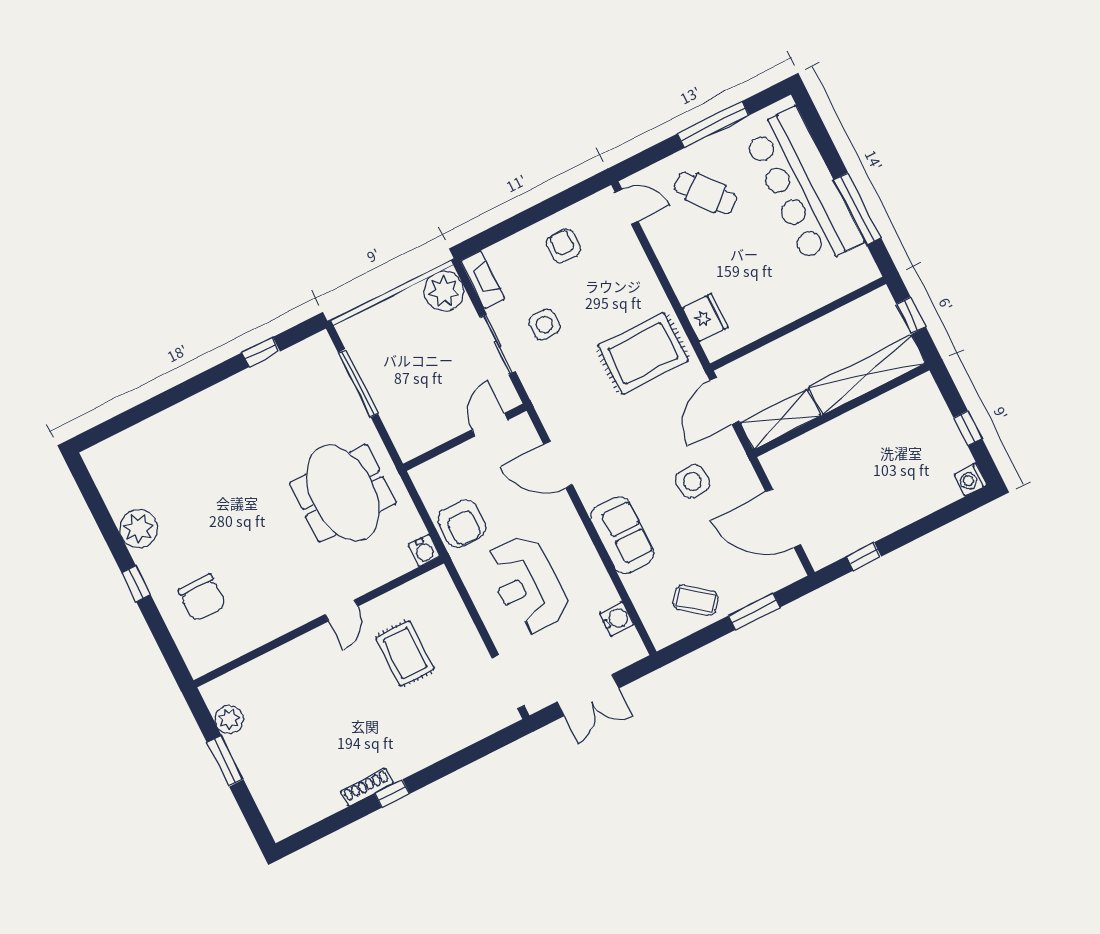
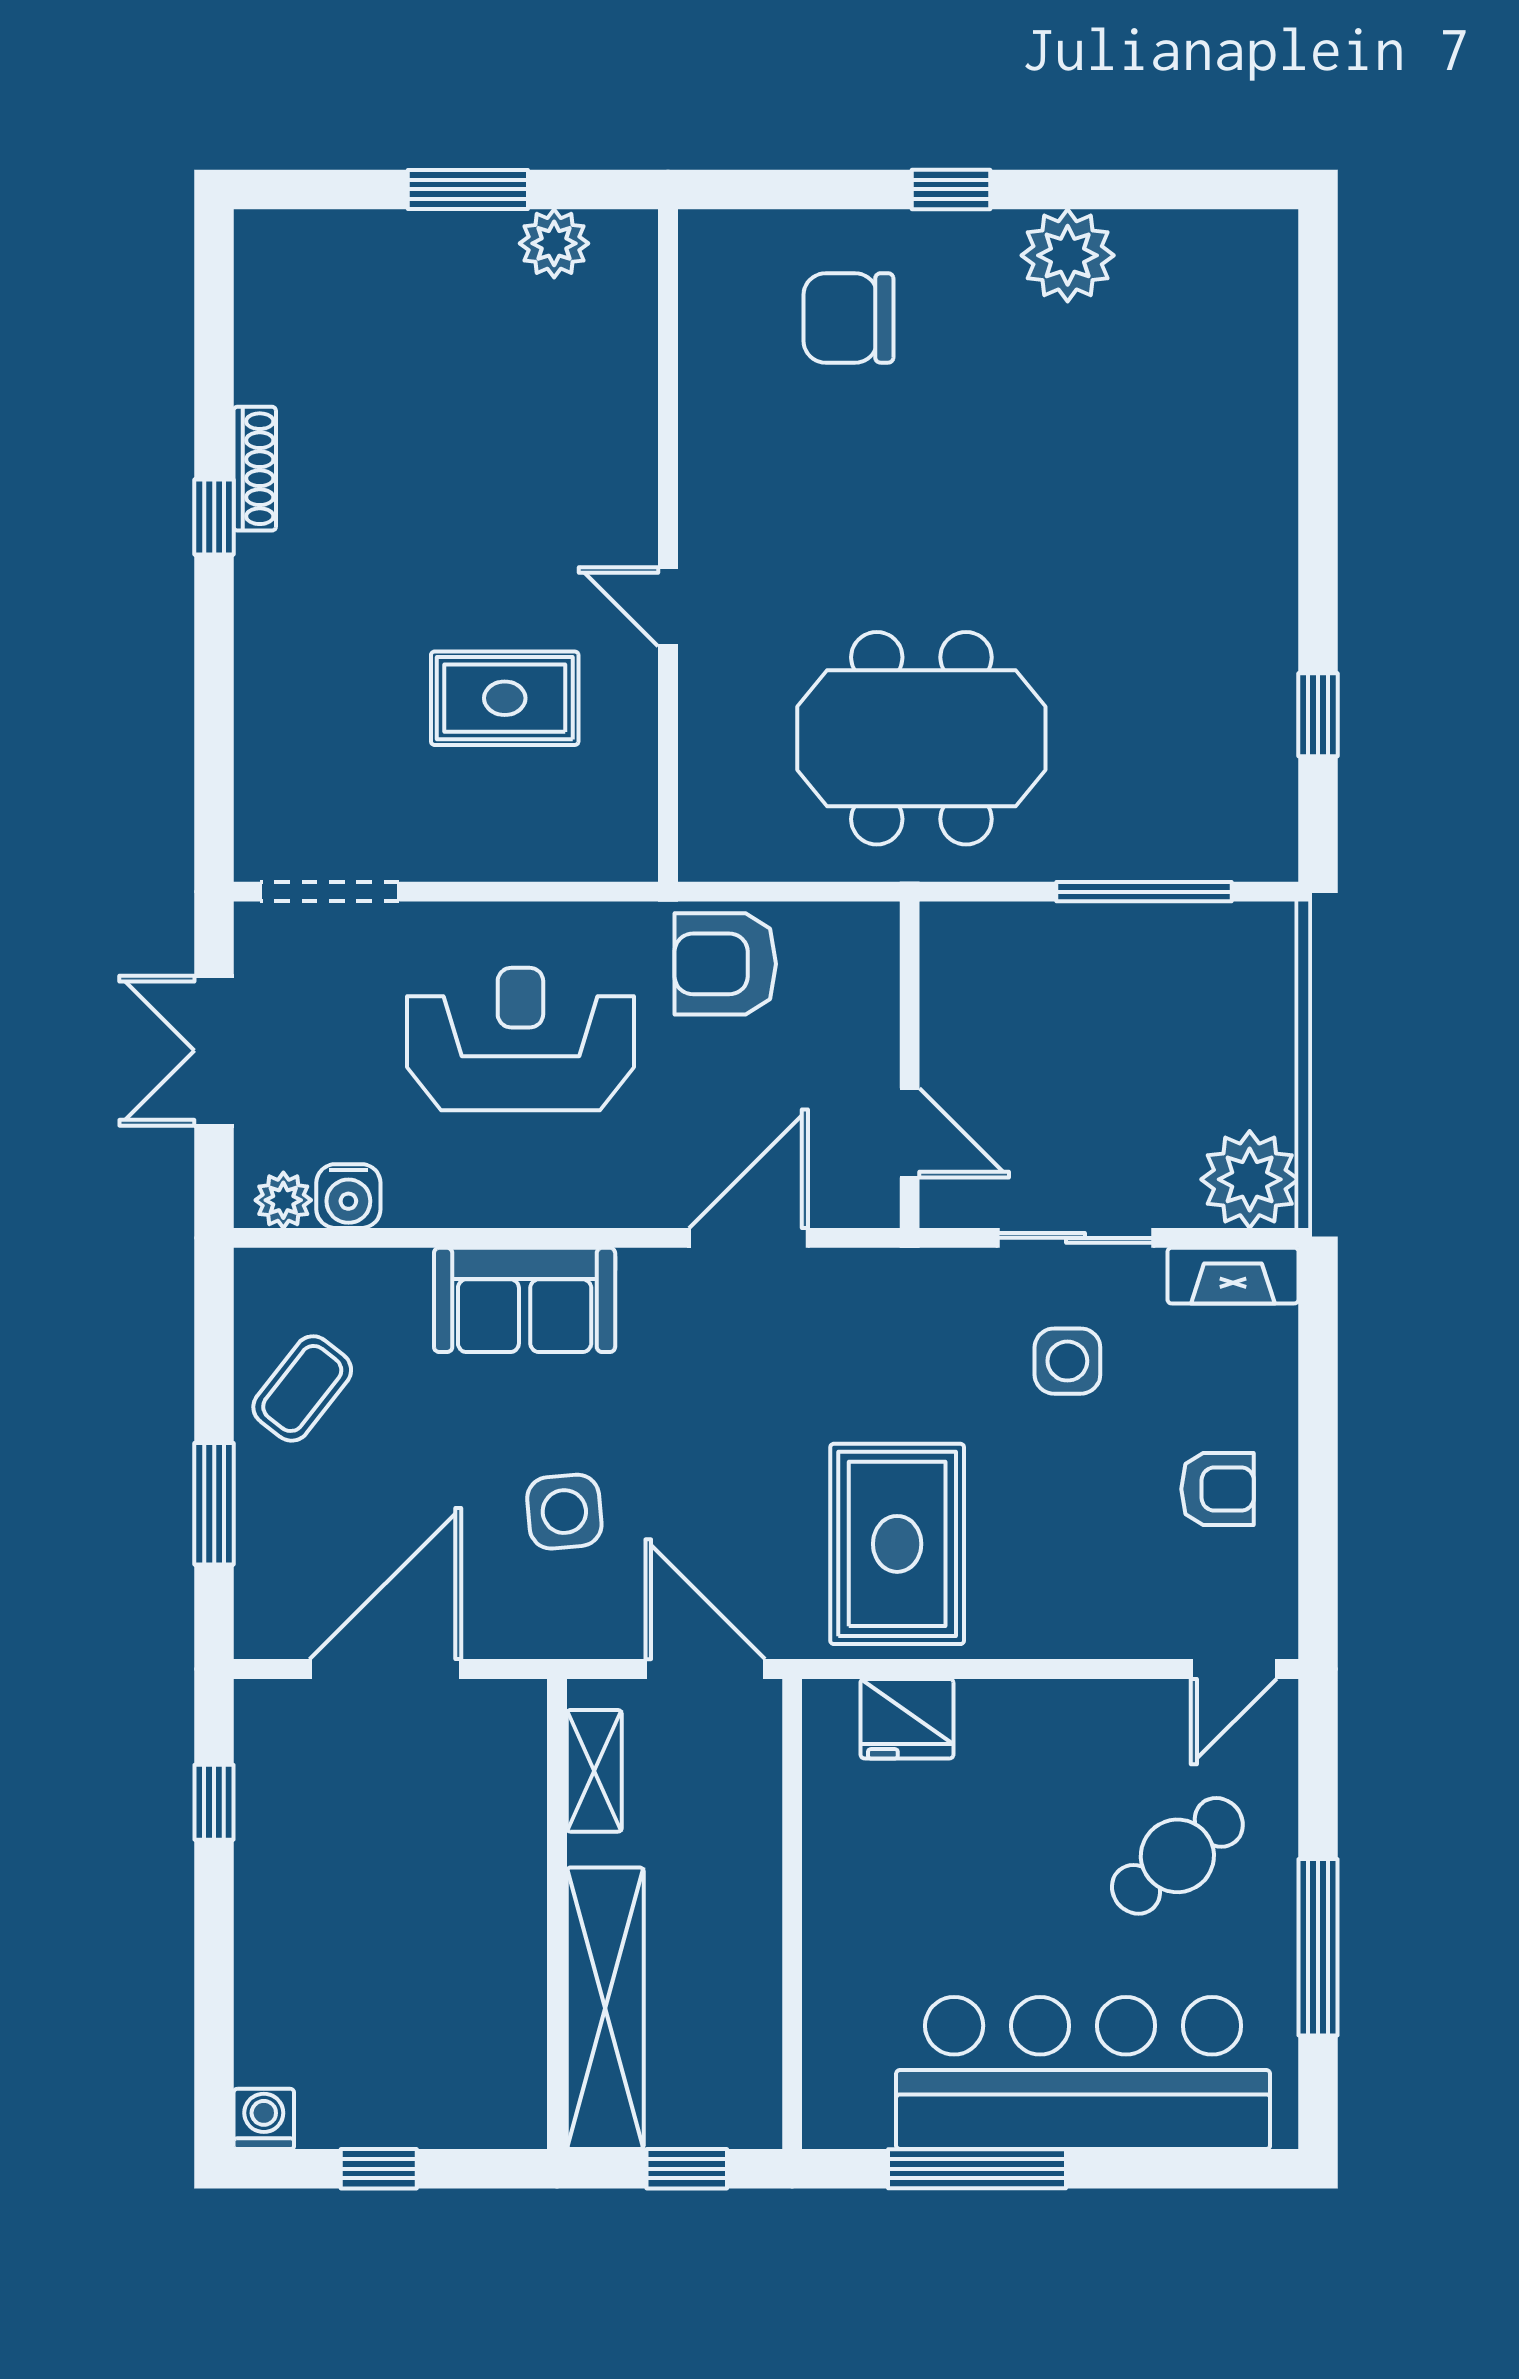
shelving: (780, 419) -> (594, 1771), width x0.67, depth x0.75
water cooler: (424, 551) -> (707, 852), removed
plant: (630, 642) -> (283, 1200), added

